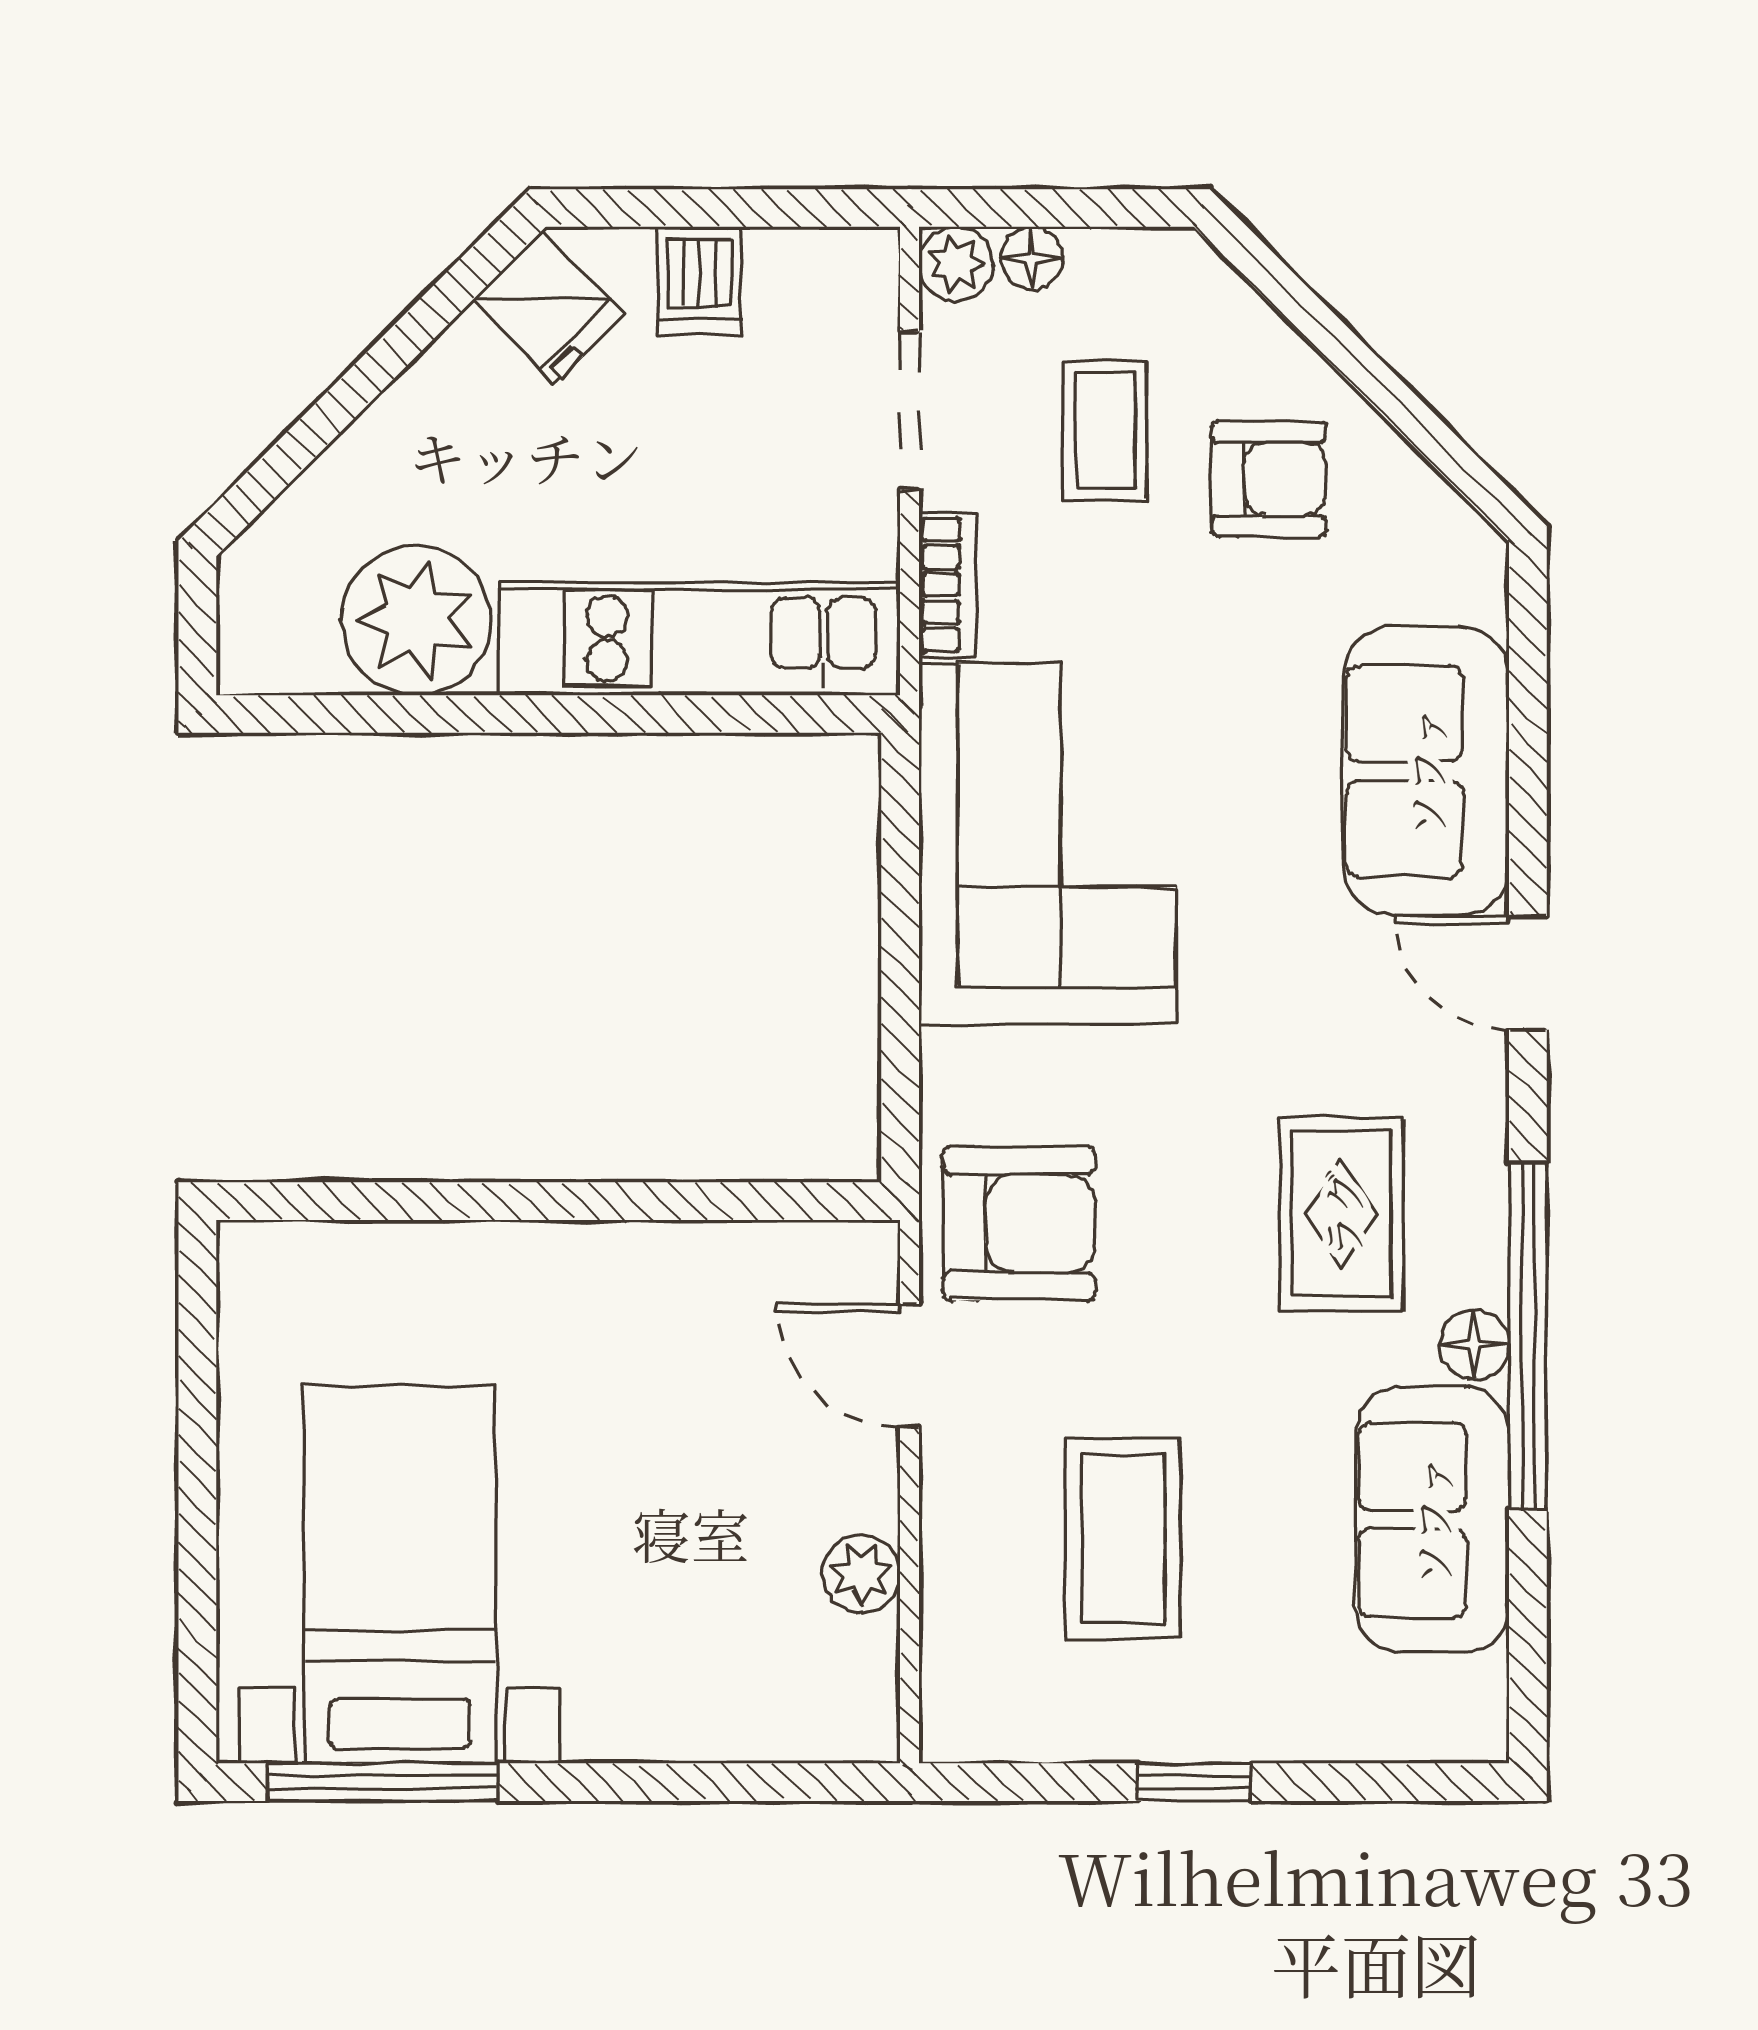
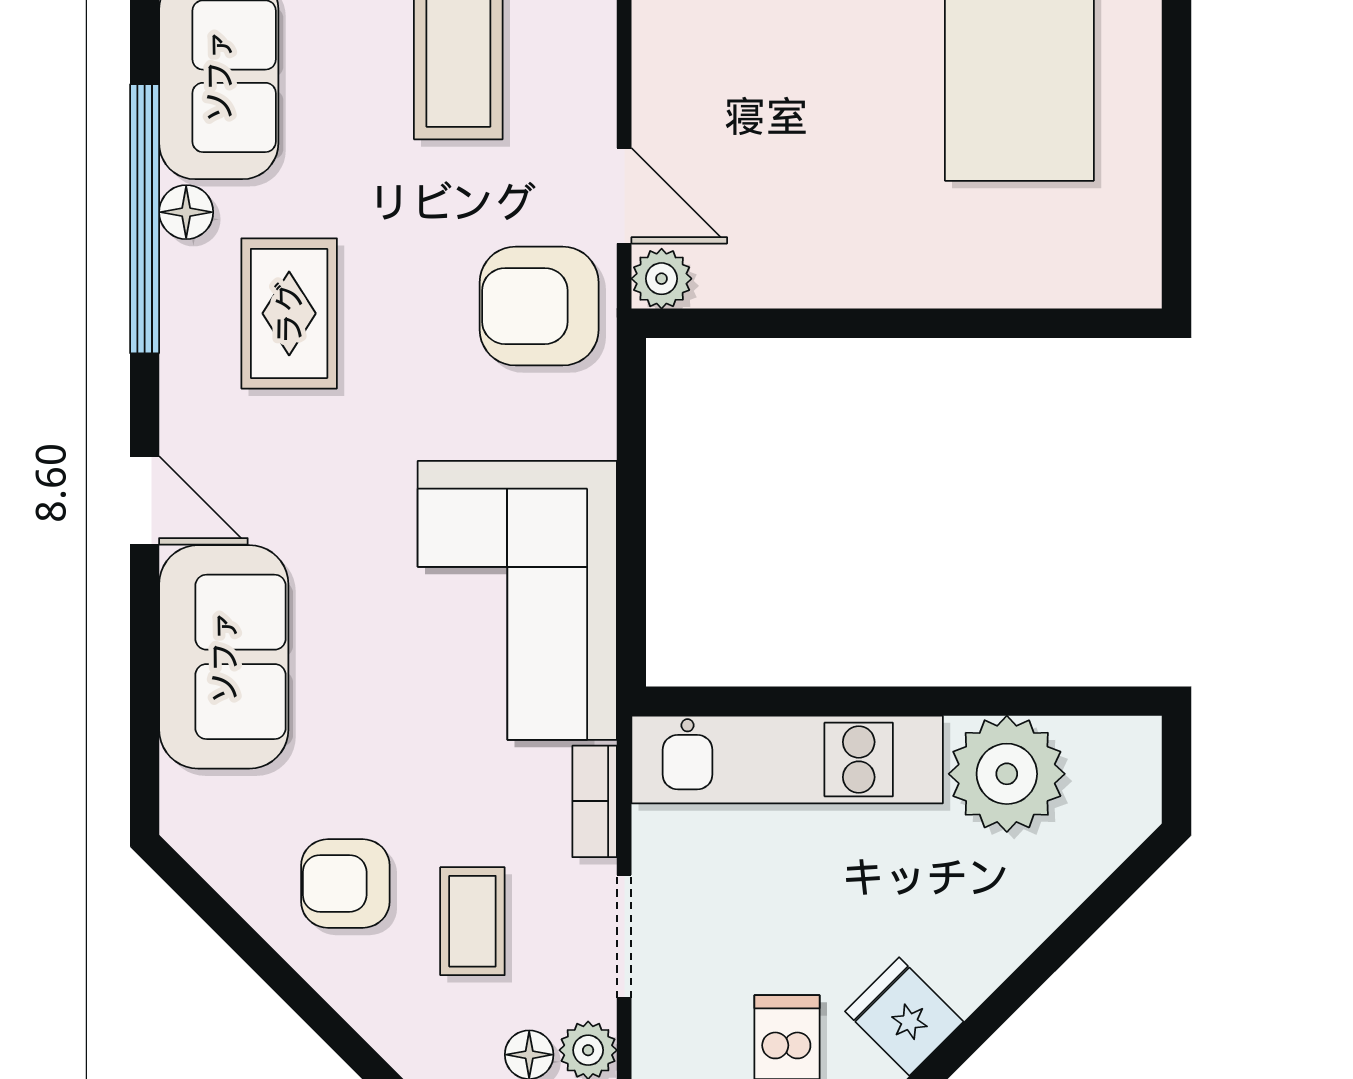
plant: (861, 1574) -> (662, 279), moved

